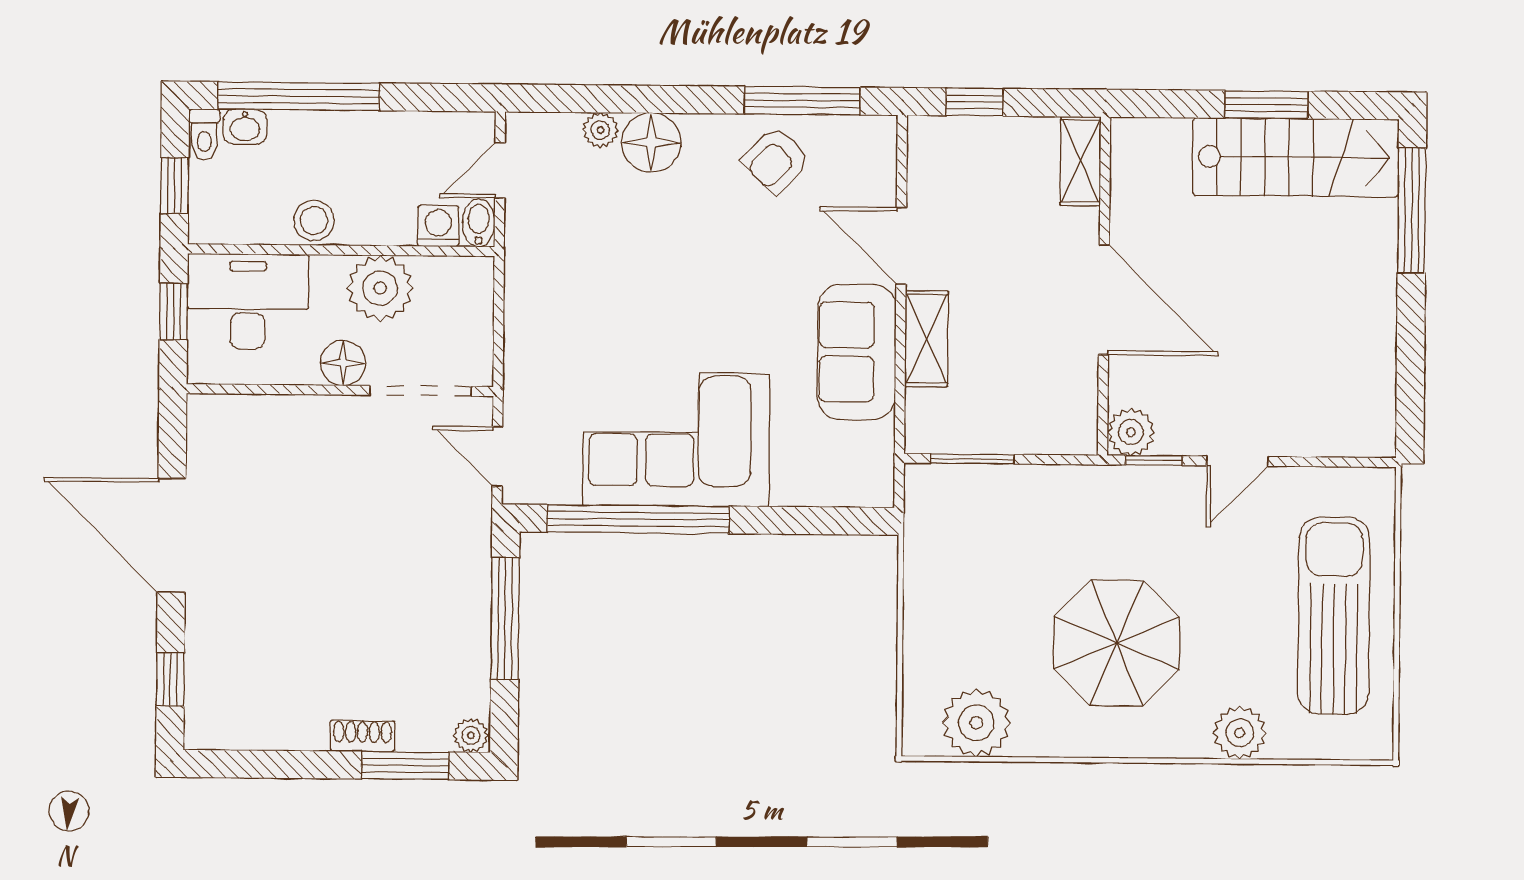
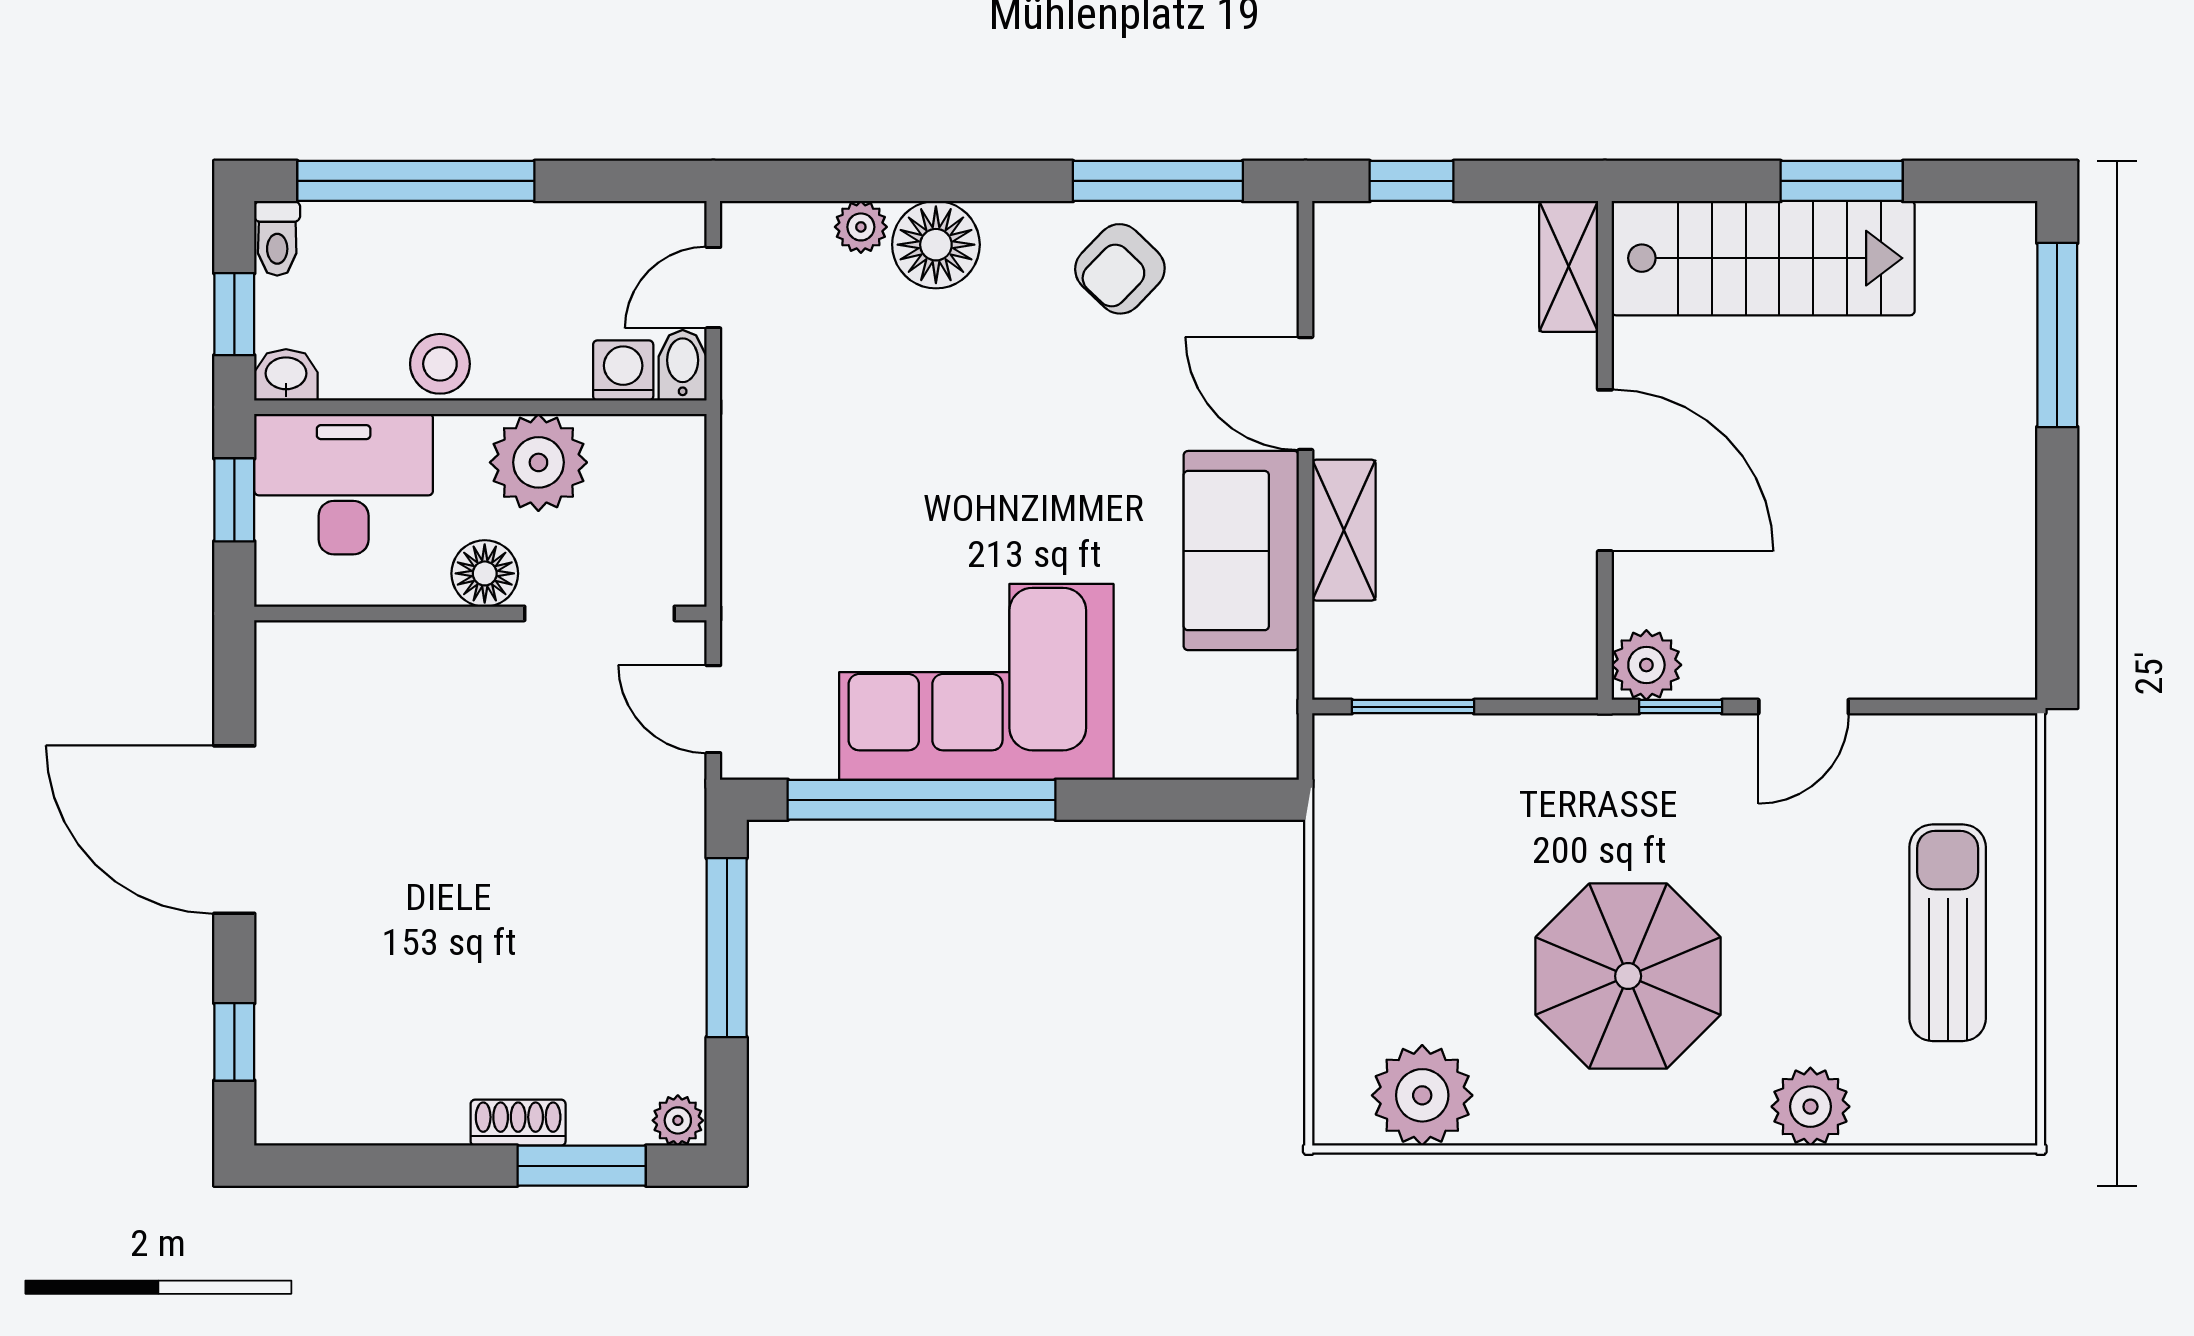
washbasin: (245, 127) -> (286, 375), moved, turned 180
stairs: (1296, 157) -> (1763, 258), moved
sun lounger: (1334, 616) -> (1948, 933), width x0.73, depth x0.75

